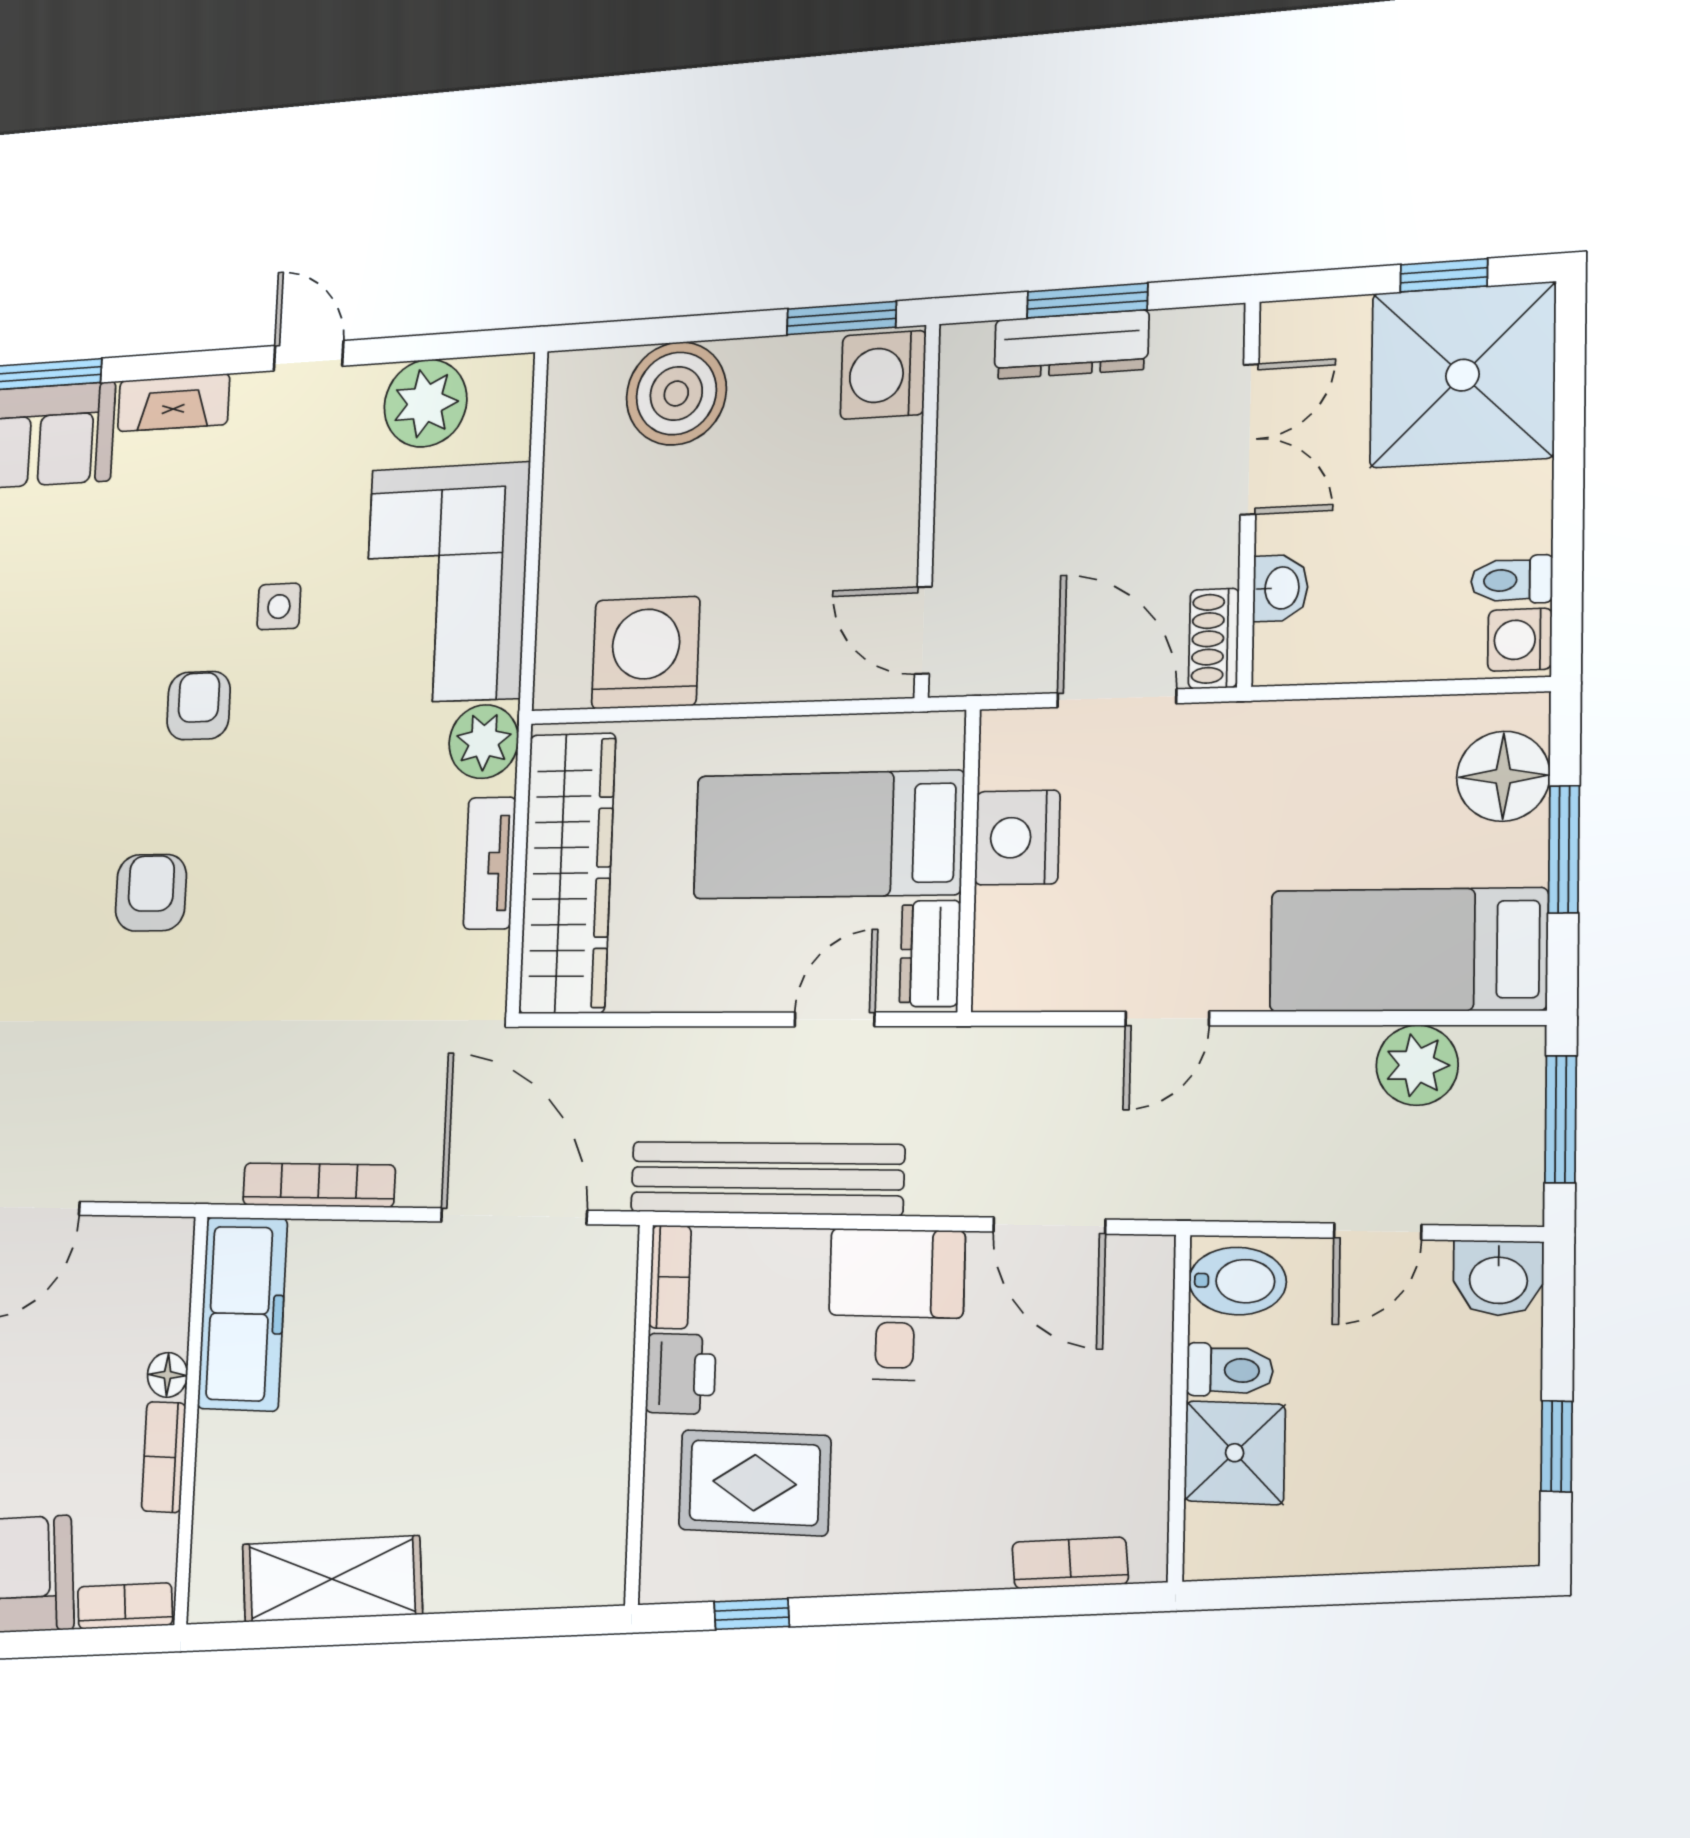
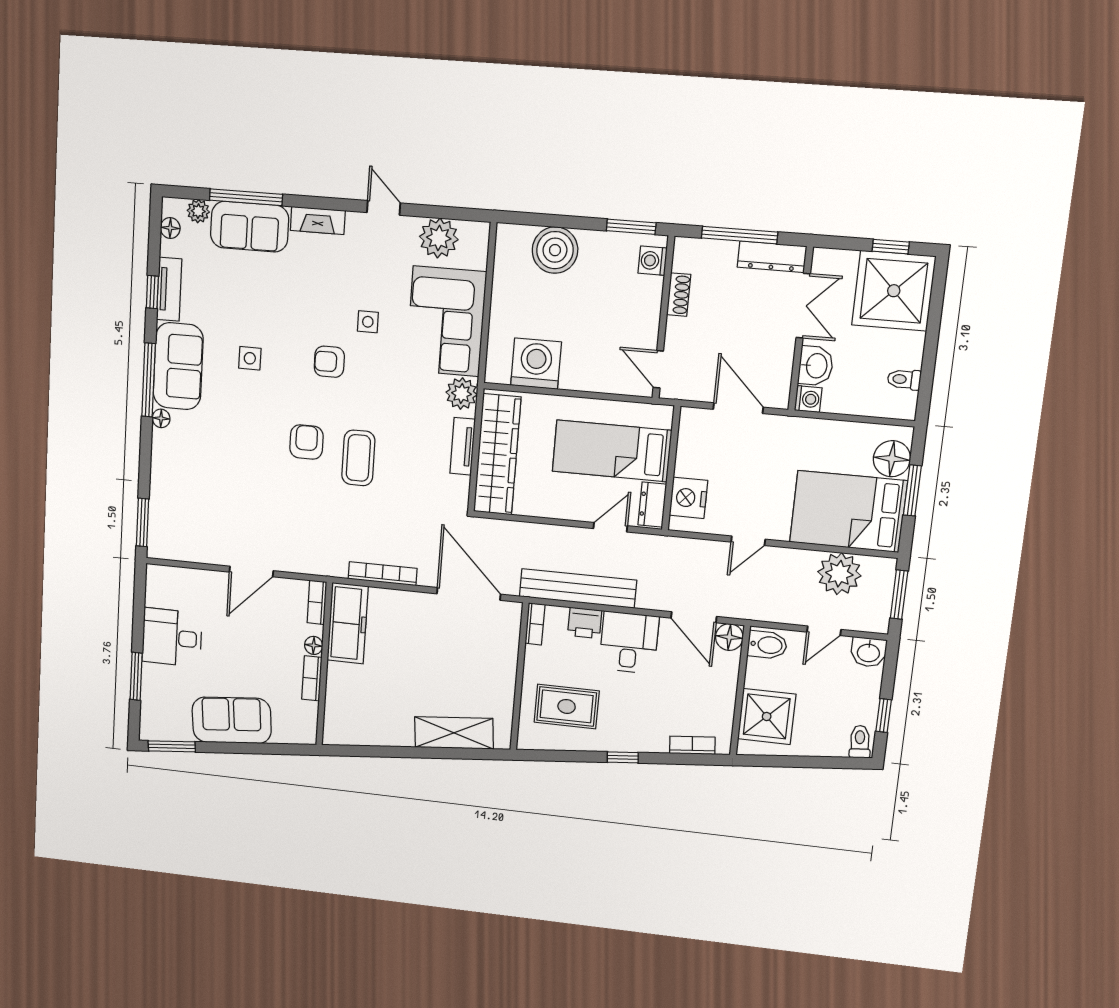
window: (1087, 301) -> (740, 235), width x1.44
dresser: (1071, 345) -> (772, 257), moved
washing machine: (883, 375) -> (653, 261), width x0.73, depth x0.73
washbasin: (1280, 588) -> (816, 366), width x1.38, depth x1.45
shoe rack: (1214, 639) -> (679, 295), moved, turned 180
washing machine: (1520, 640) -> (808, 399), moved, turned 180
armchair: (199, 706) -> (329, 362), turned -90
side table: (33, 719) -> (250, 358), added
nightstand: (1017, 838) -> (688, 498), moved
coffee table: (262, 916) -> (358, 458), added
bed: (1408, 950) -> (848, 512), width x1.50
plant: (1417, 1065) -> (839, 574), width x1.36, depth x1.36
floor lamp: (1141, 1269) -> (729, 637), added
toilet: (1230, 1370) -> (860, 742), moved, turned -95
printer: (681, 1374) -> (585, 623), moved, turned 90
shower: (1235, 1453) -> (767, 716), width x1.36, depth x1.36
shelving: (332, 1579) -> (454, 733), moved
bookcase: (125, 1606) -> (317, 602), moved, turned -85
window: (752, 1614) -> (623, 757), moved

